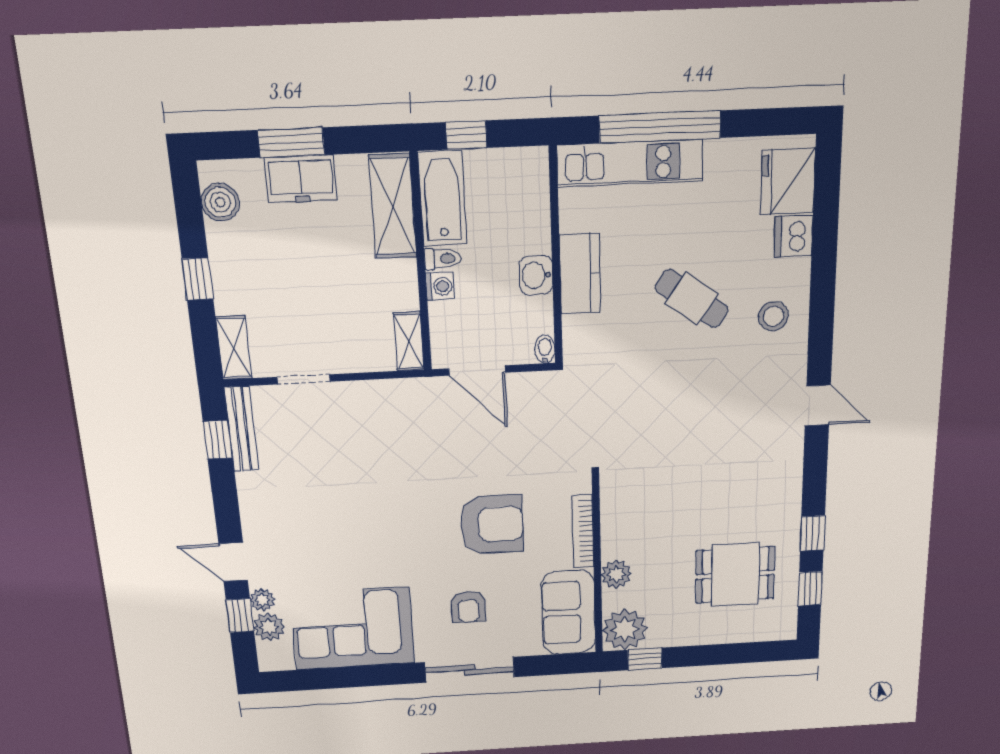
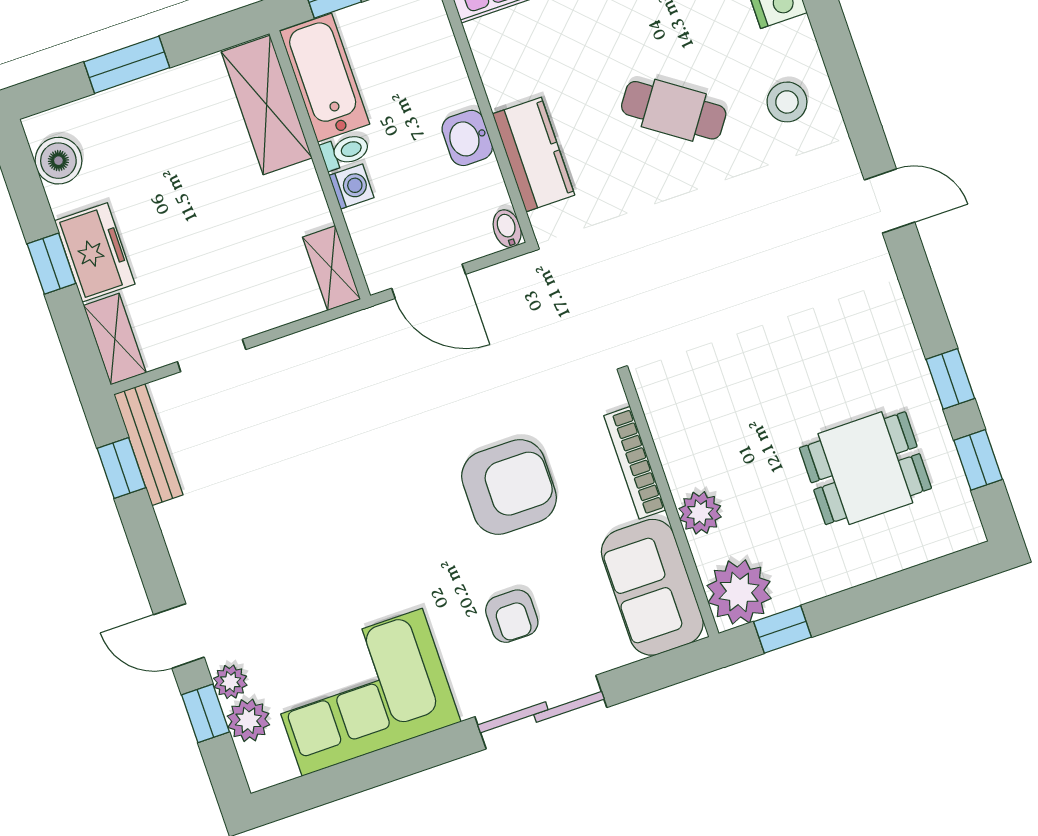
freezer: (301, 179) -> (95, 252), moved, turned -90
kitchen counter: (580, 274) -> (534, 154), moved

